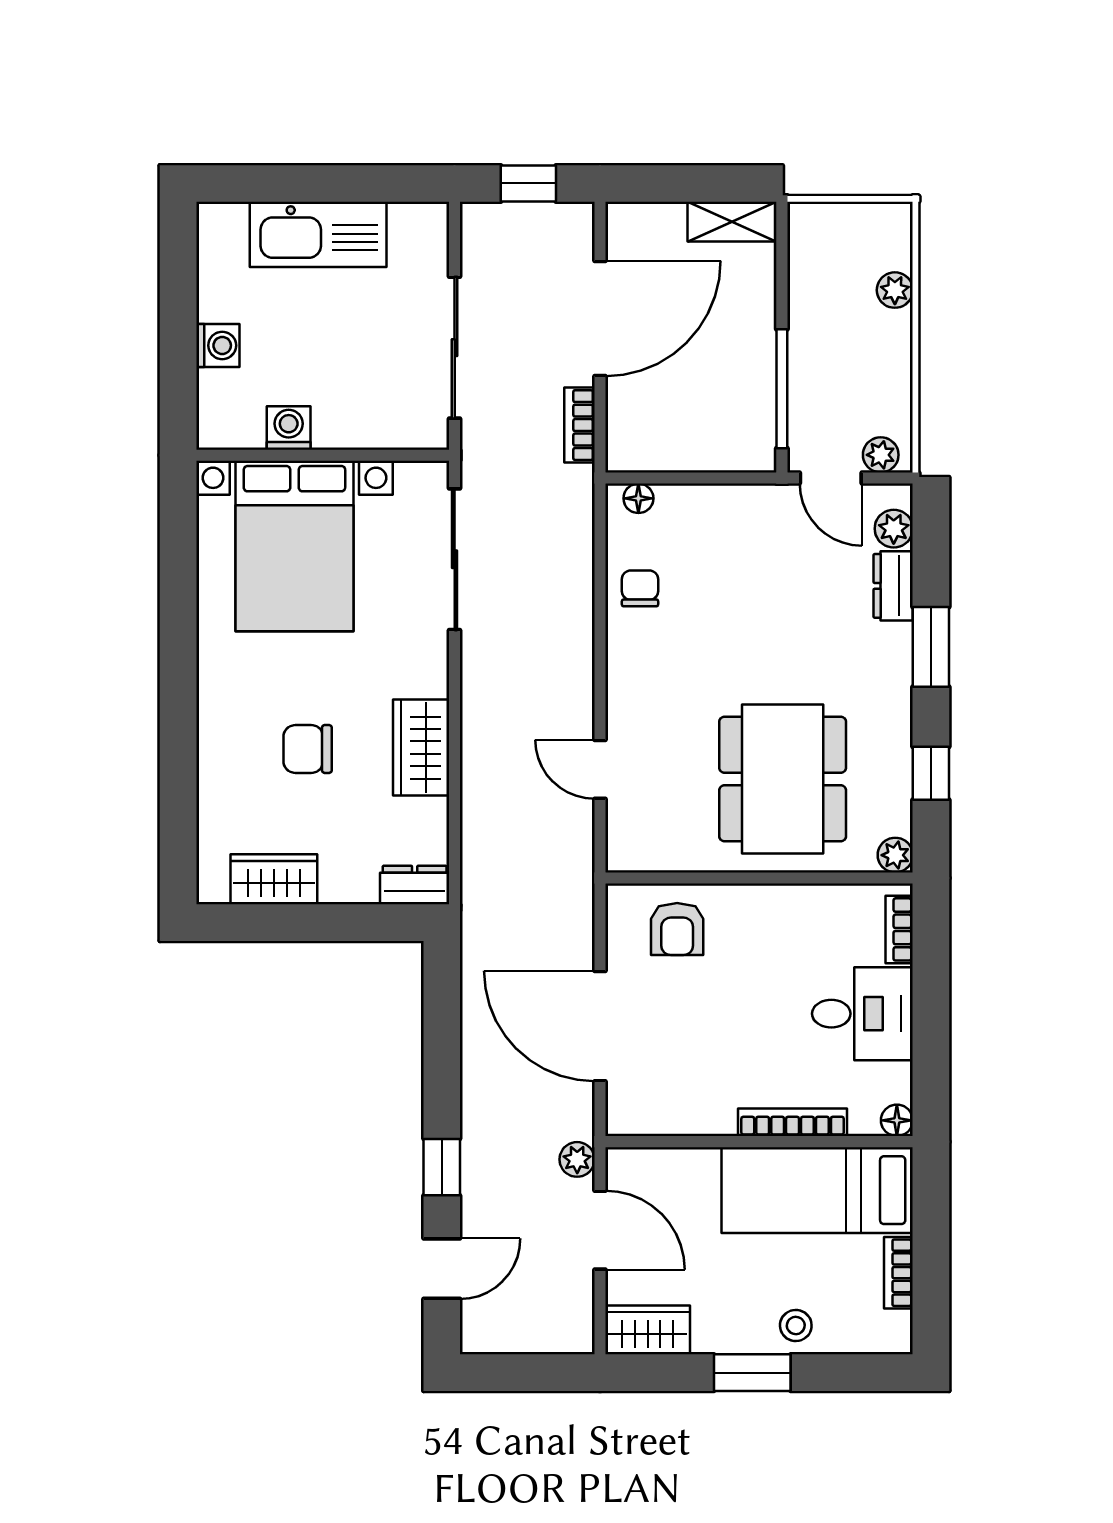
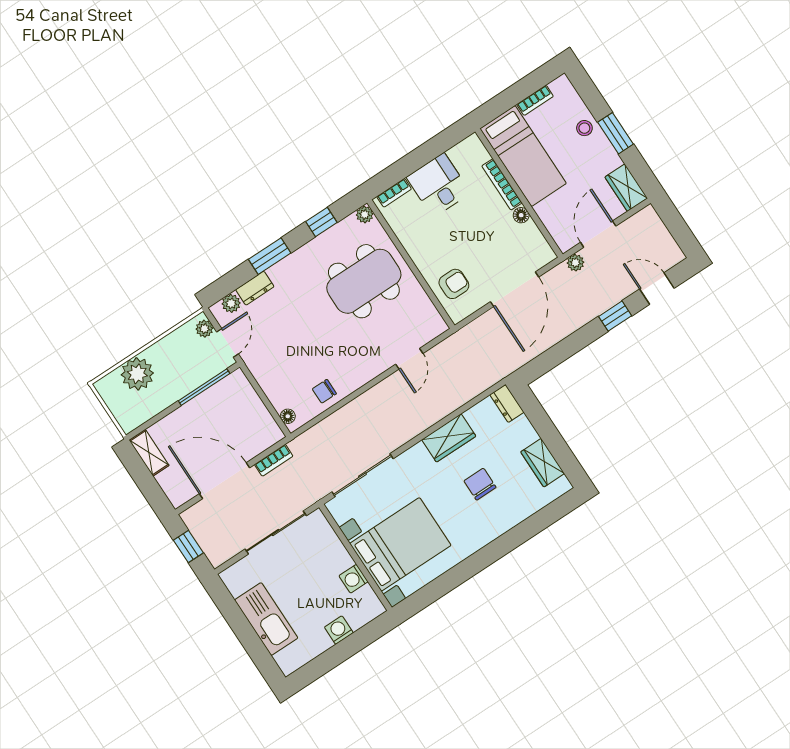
plant: (895, 290) -> (137, 374), width x1.87, depth x1.87
chair: (308, 749) -> (480, 484), turned 180
floor lamp: (897, 1120) -> (521, 215), moved

